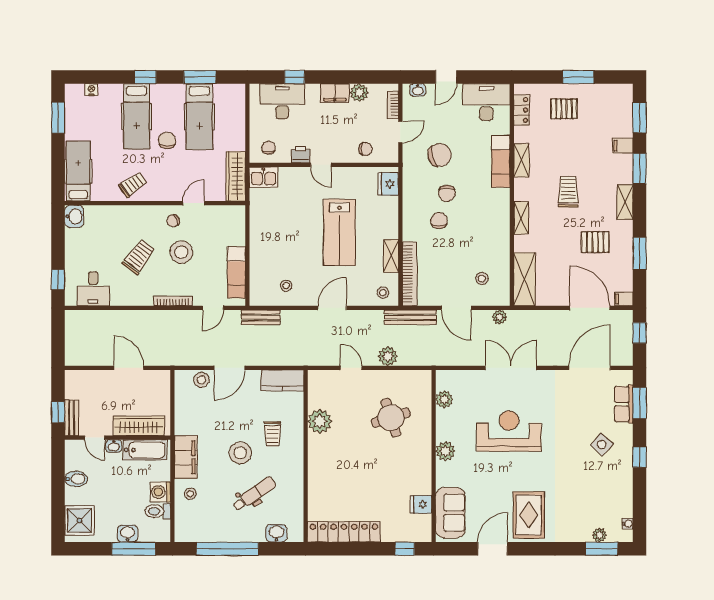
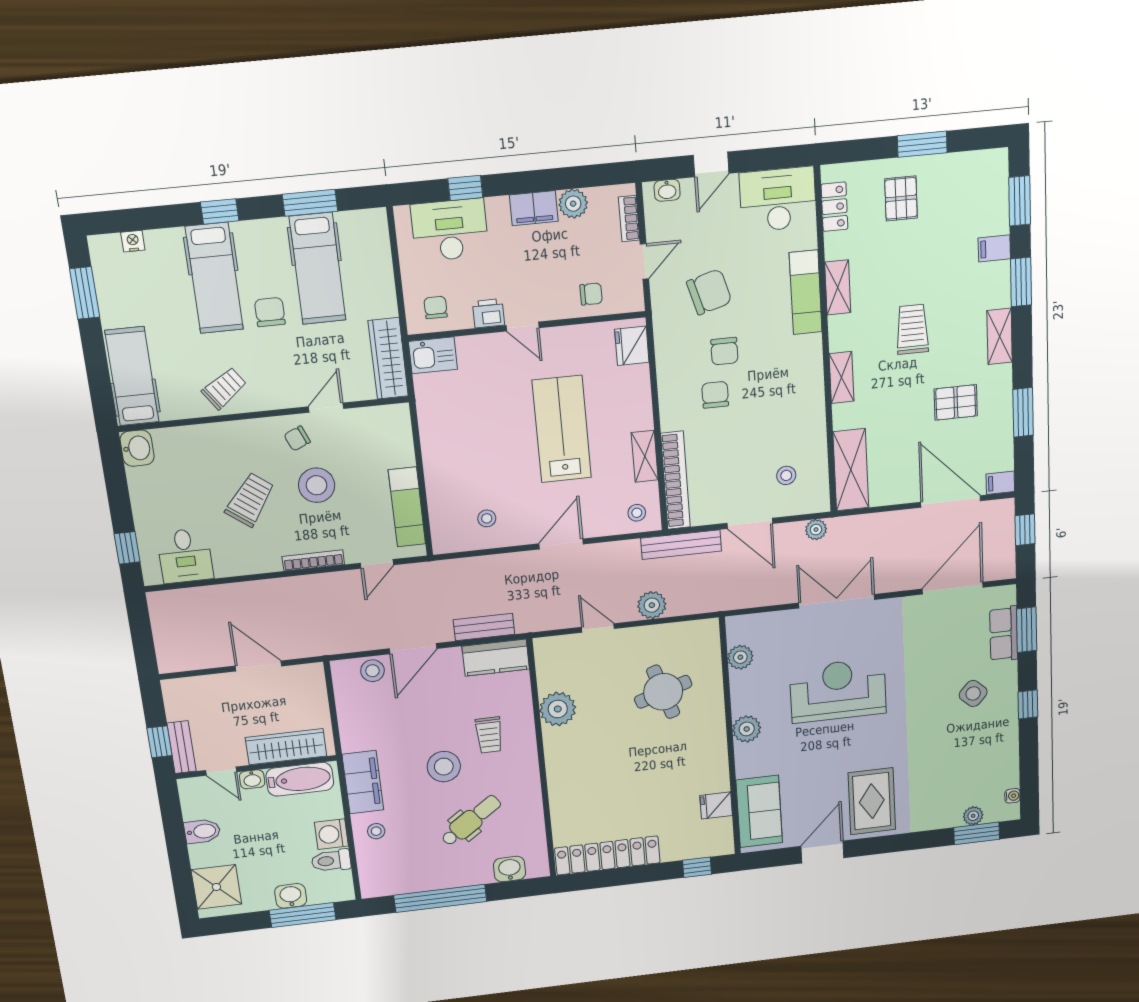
pallet: (564, 109) -> (901, 198), turned 90
lab bench: (339, 232) -> (562, 429), turned 180
bench: (261, 317) -> (484, 627), moved

